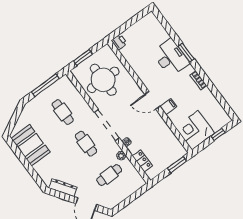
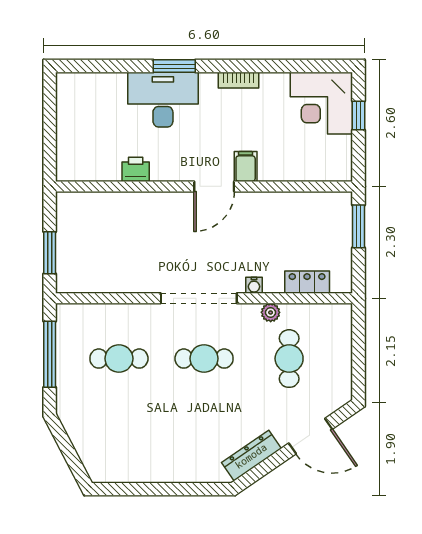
printer: (119, 42) -> (136, 169), moved
round table: (103, 80) -> (115, 246), removed
corner desk: (195, 130) -> (321, 103), moved
booth: (30, 145) -> (135, 458), removed

